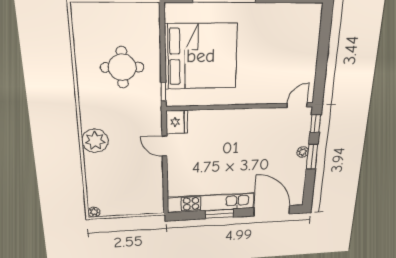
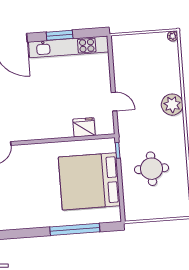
fridge: (177, 122) -> (84, 127), moved, turned 90

